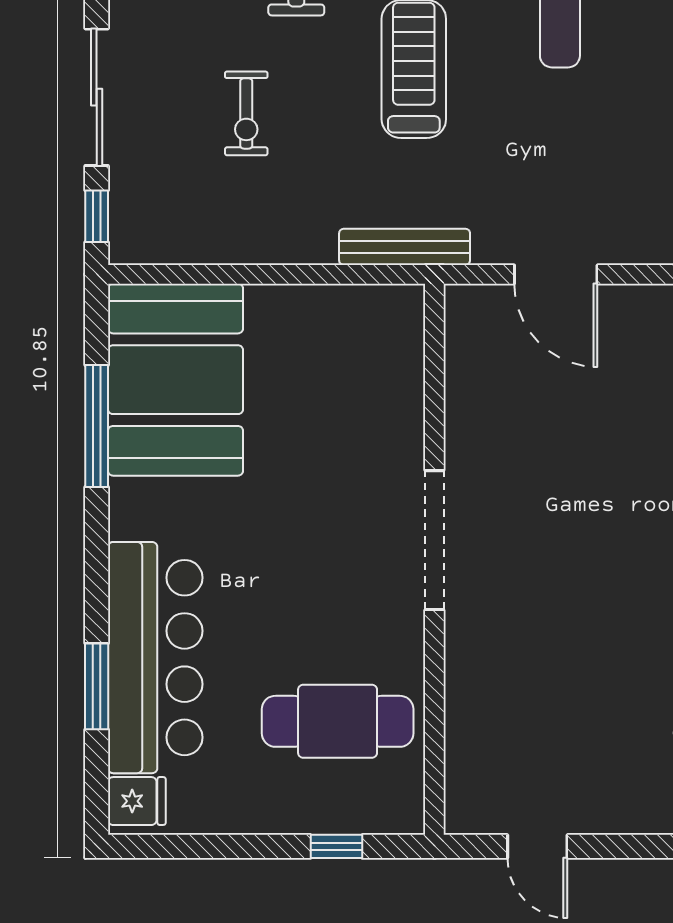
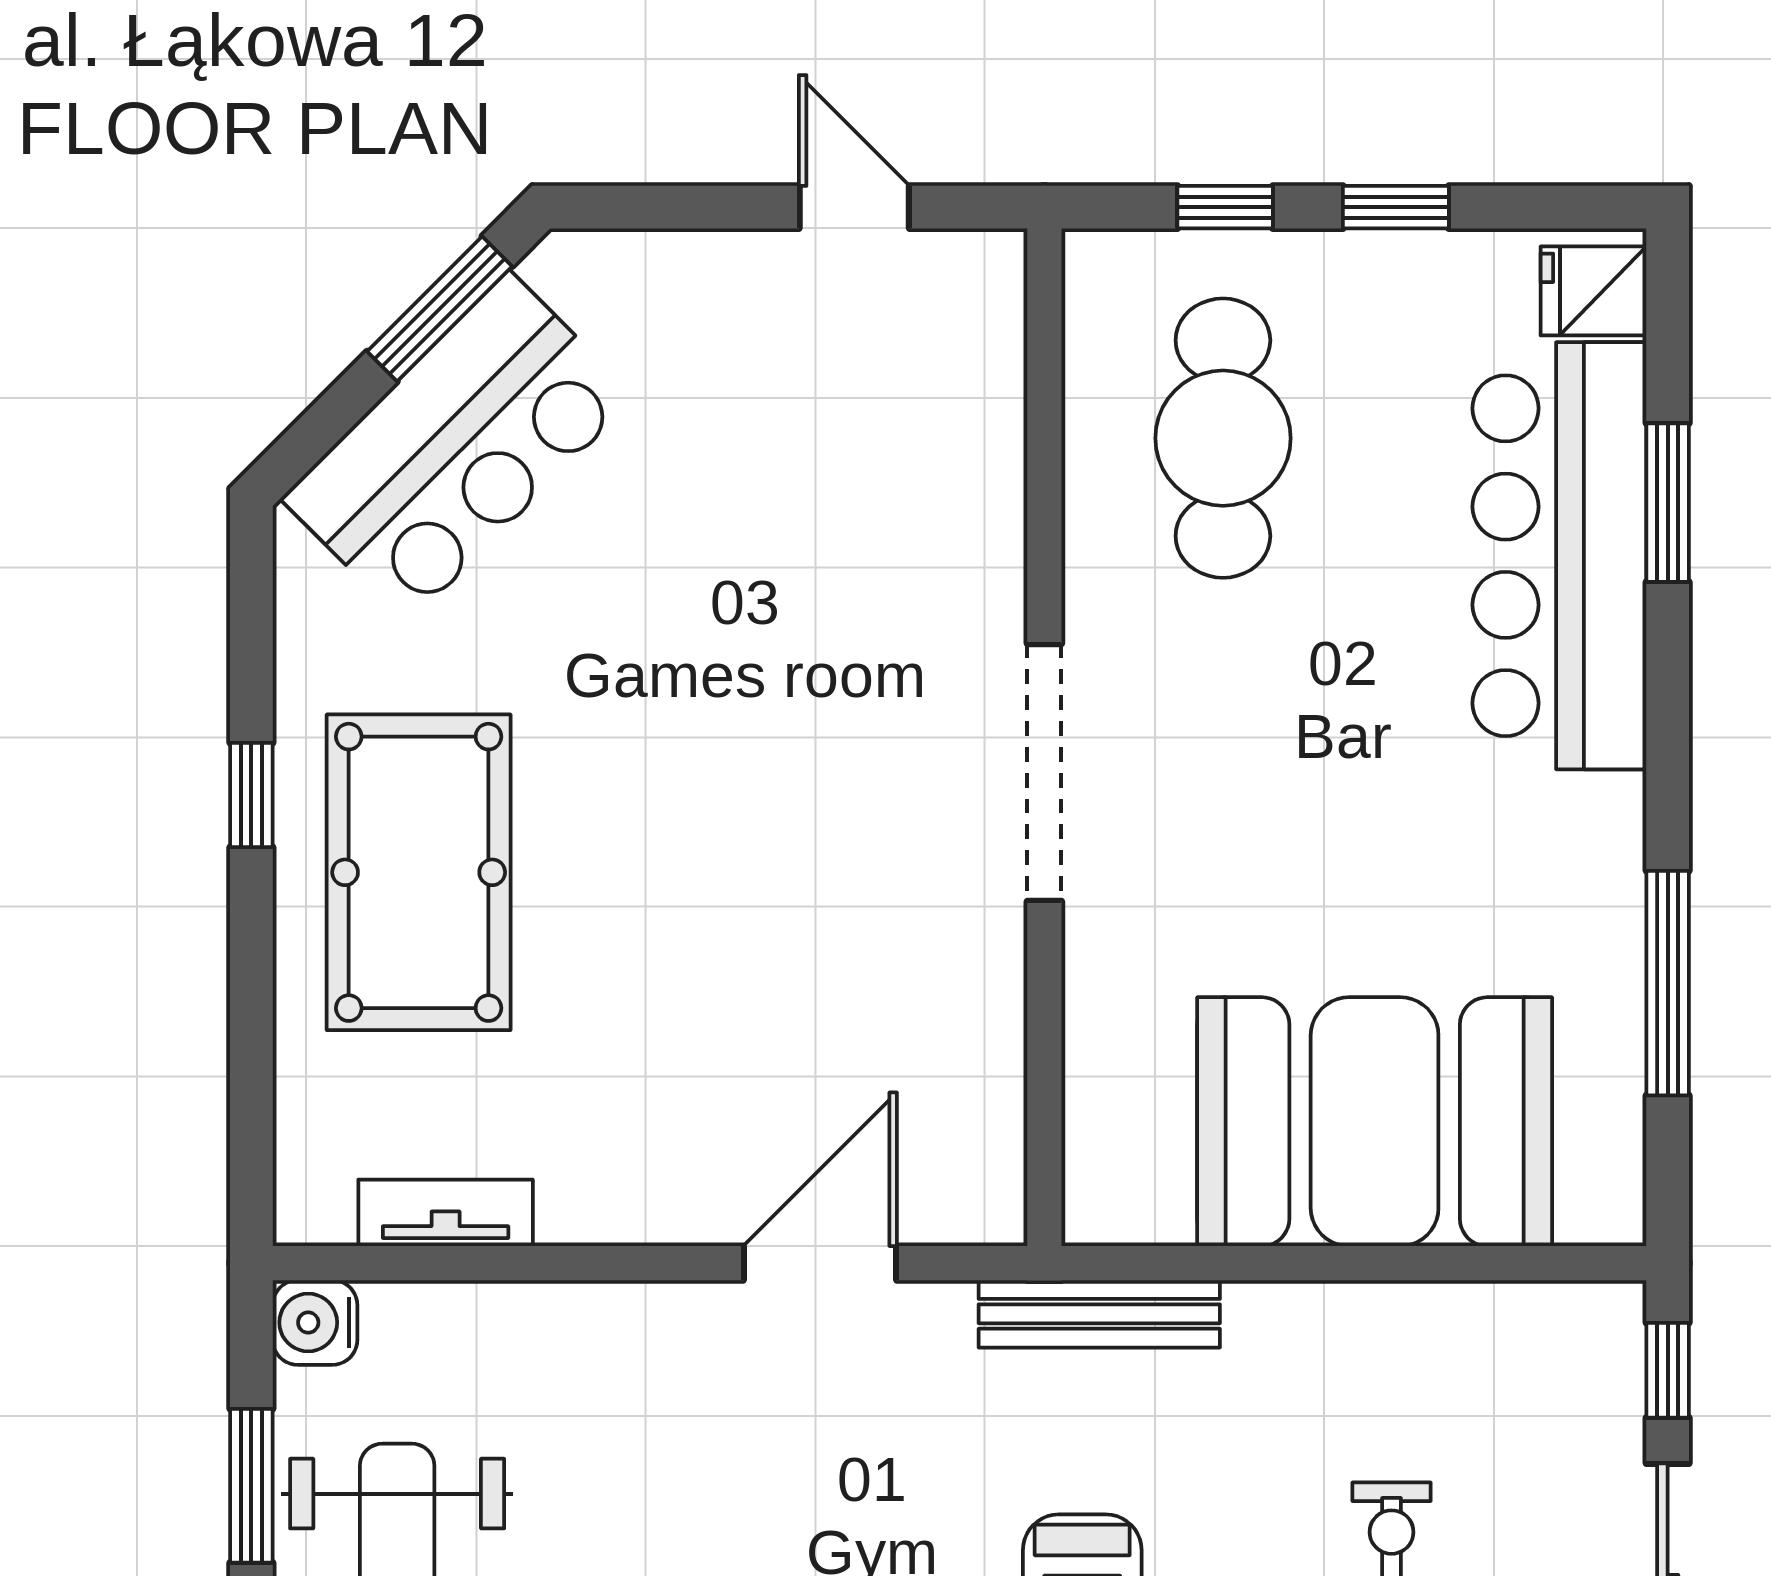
door: (556, 274) -> (820, 1263), hinge flipped
booth: (176, 380) -> (1375, 1122), moved, turned 90
cafe table: (338, 721) -> (1223, 438), turned 90
window: (244, 846) -> (1396, 207), added

